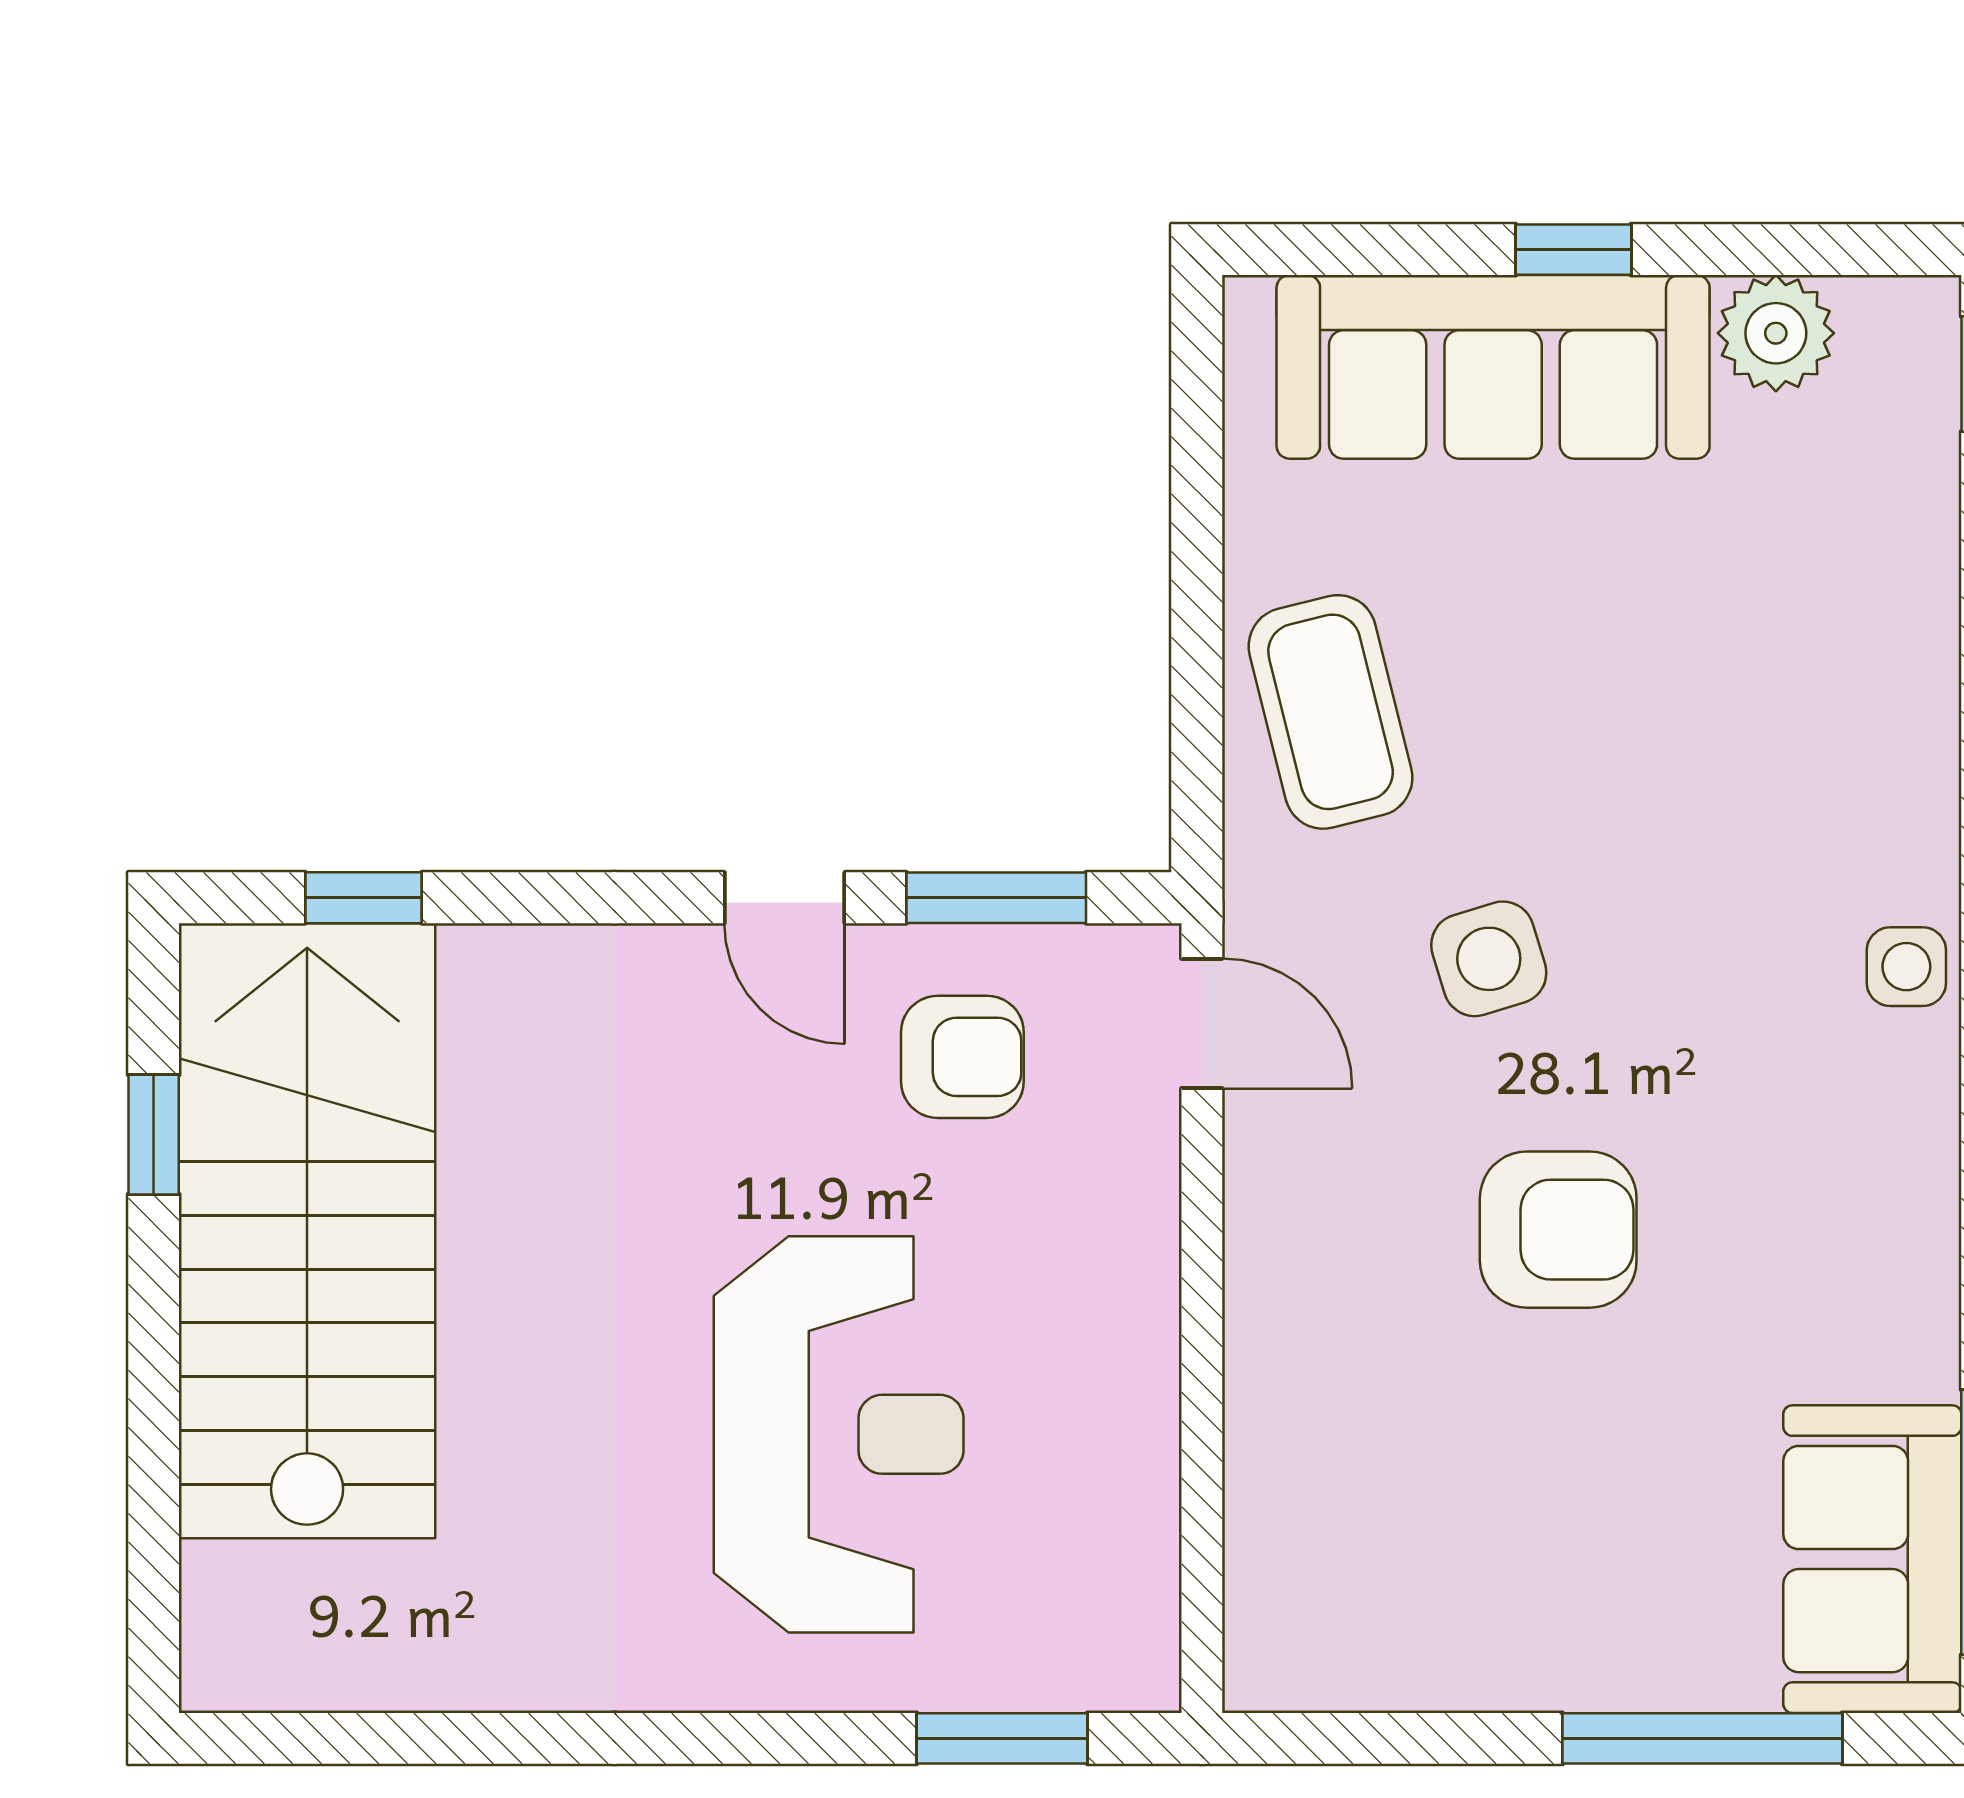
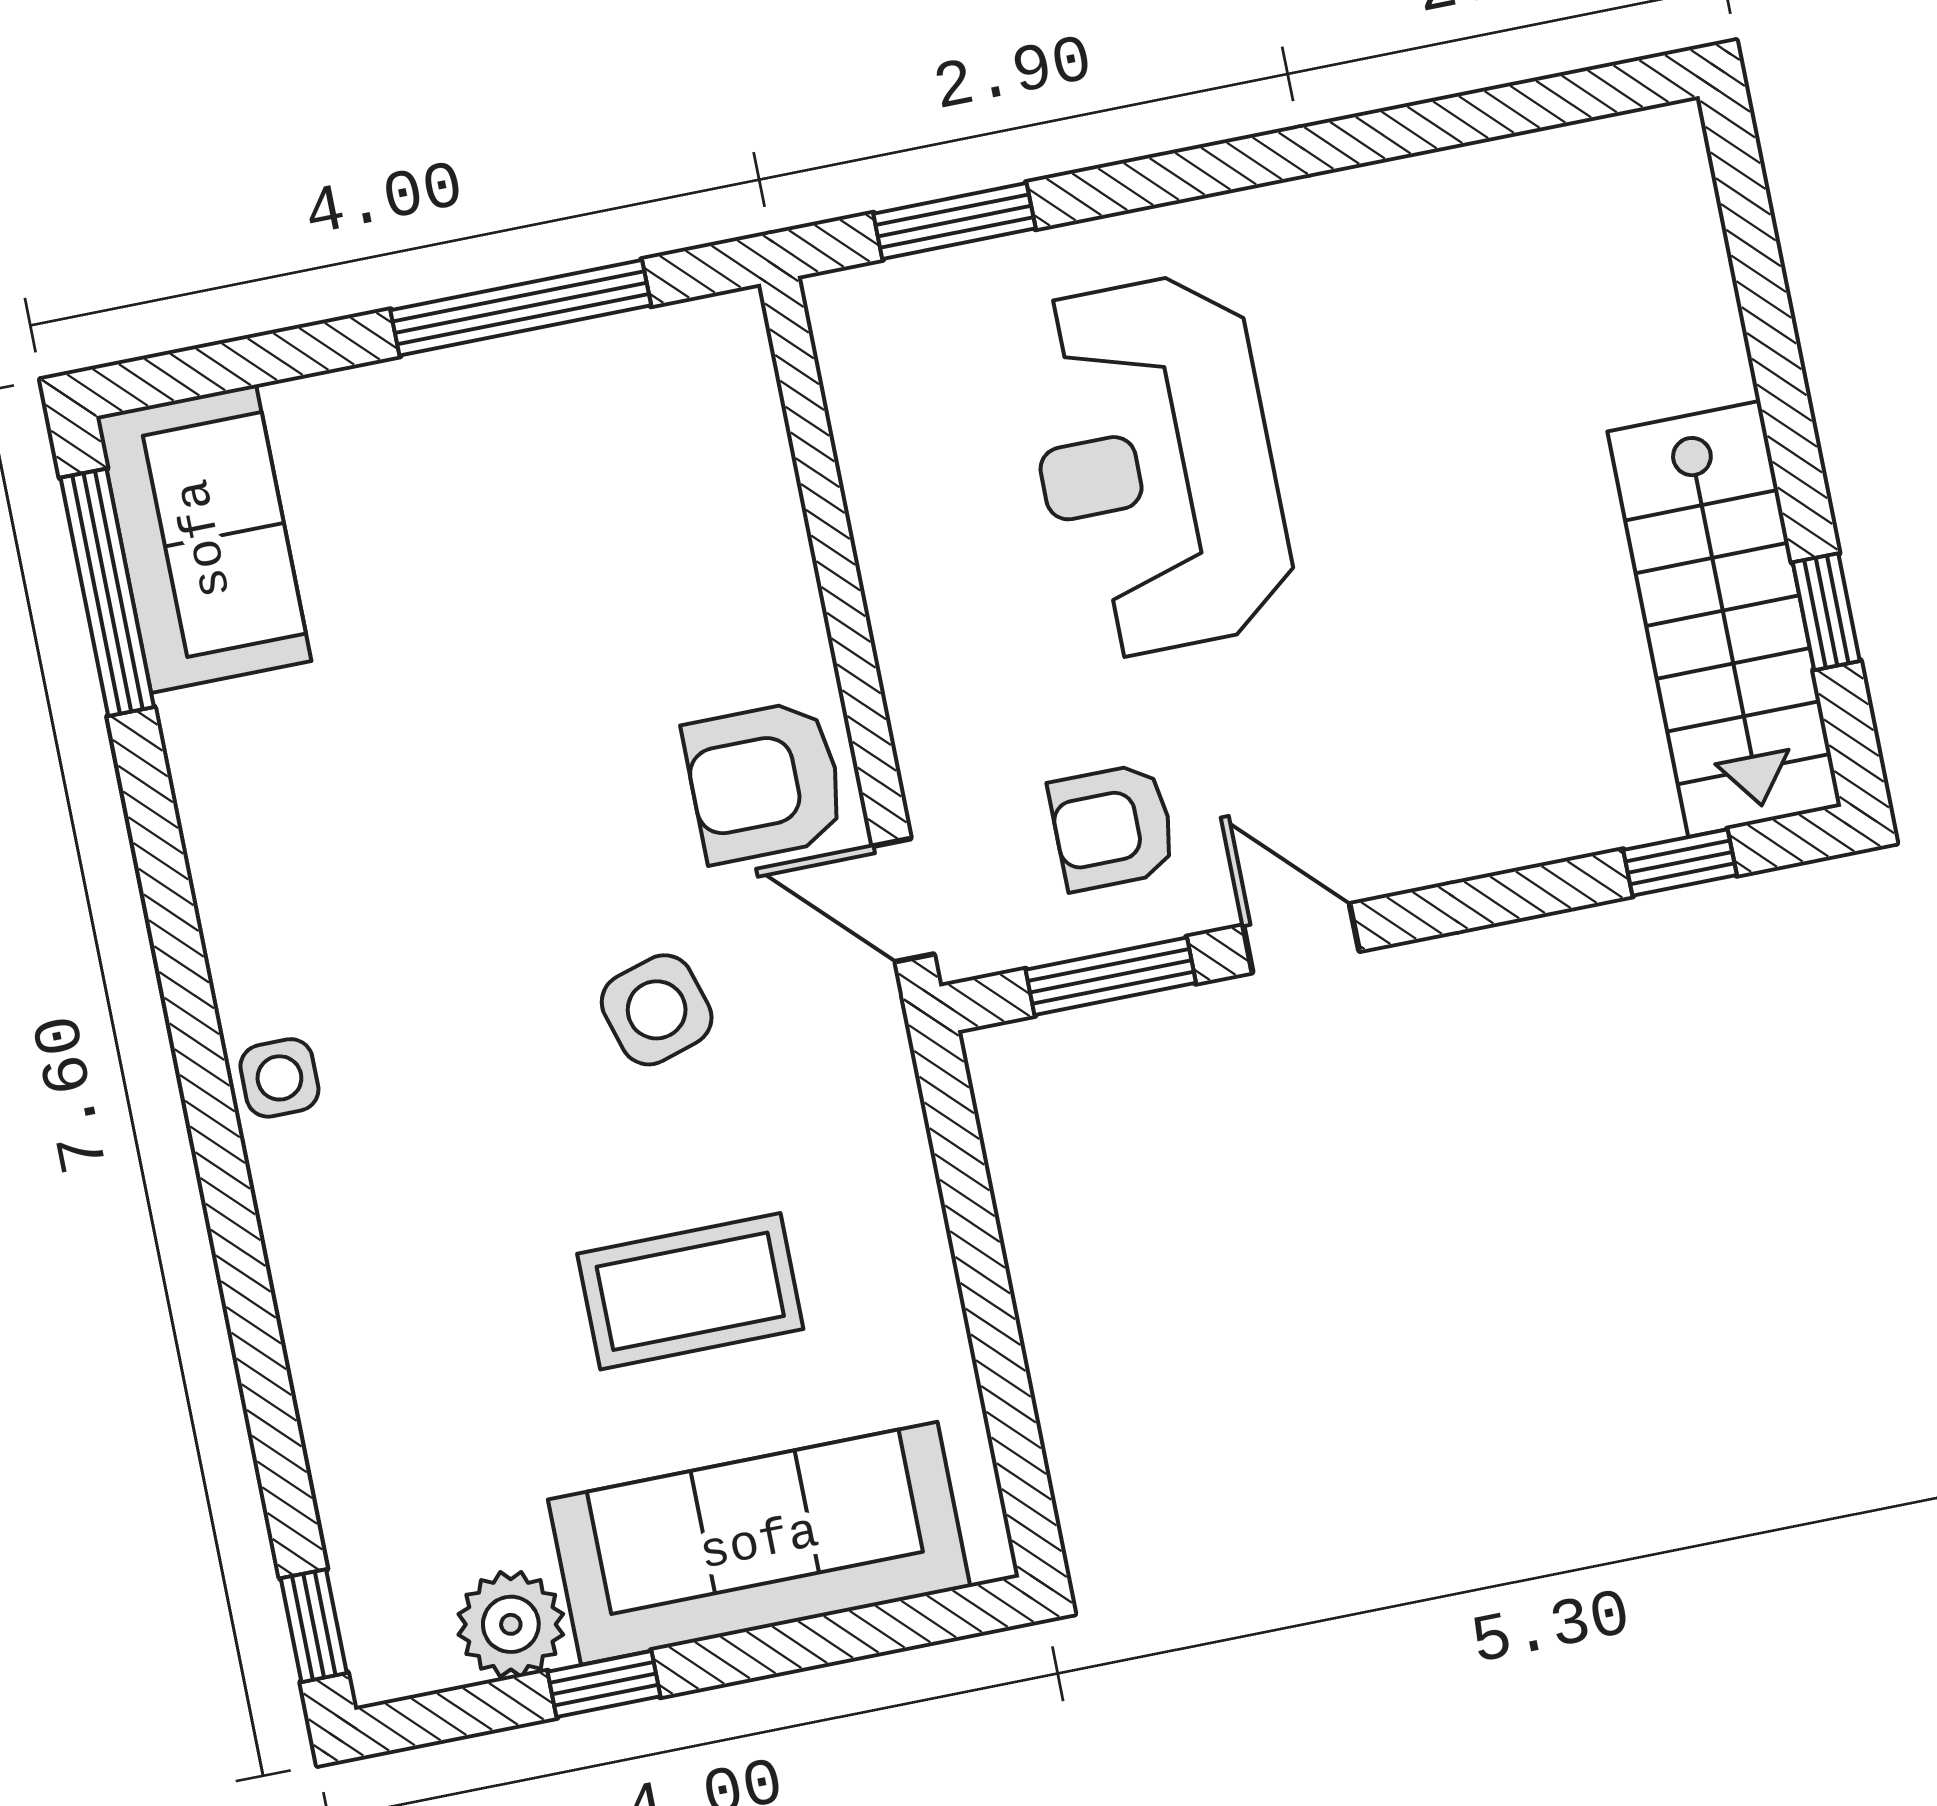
window: (1573, 250) -> (604, 1684), moved
coffee table: (1331, 712) -> (690, 1291), moved, turned -76
armchair: (1558, 1230) -> (764, 782), moved
stairs: (307, 1231) -> (1724, 619), width x0.73, depth x0.66
window: (1702, 1738) -> (521, 308), moved

